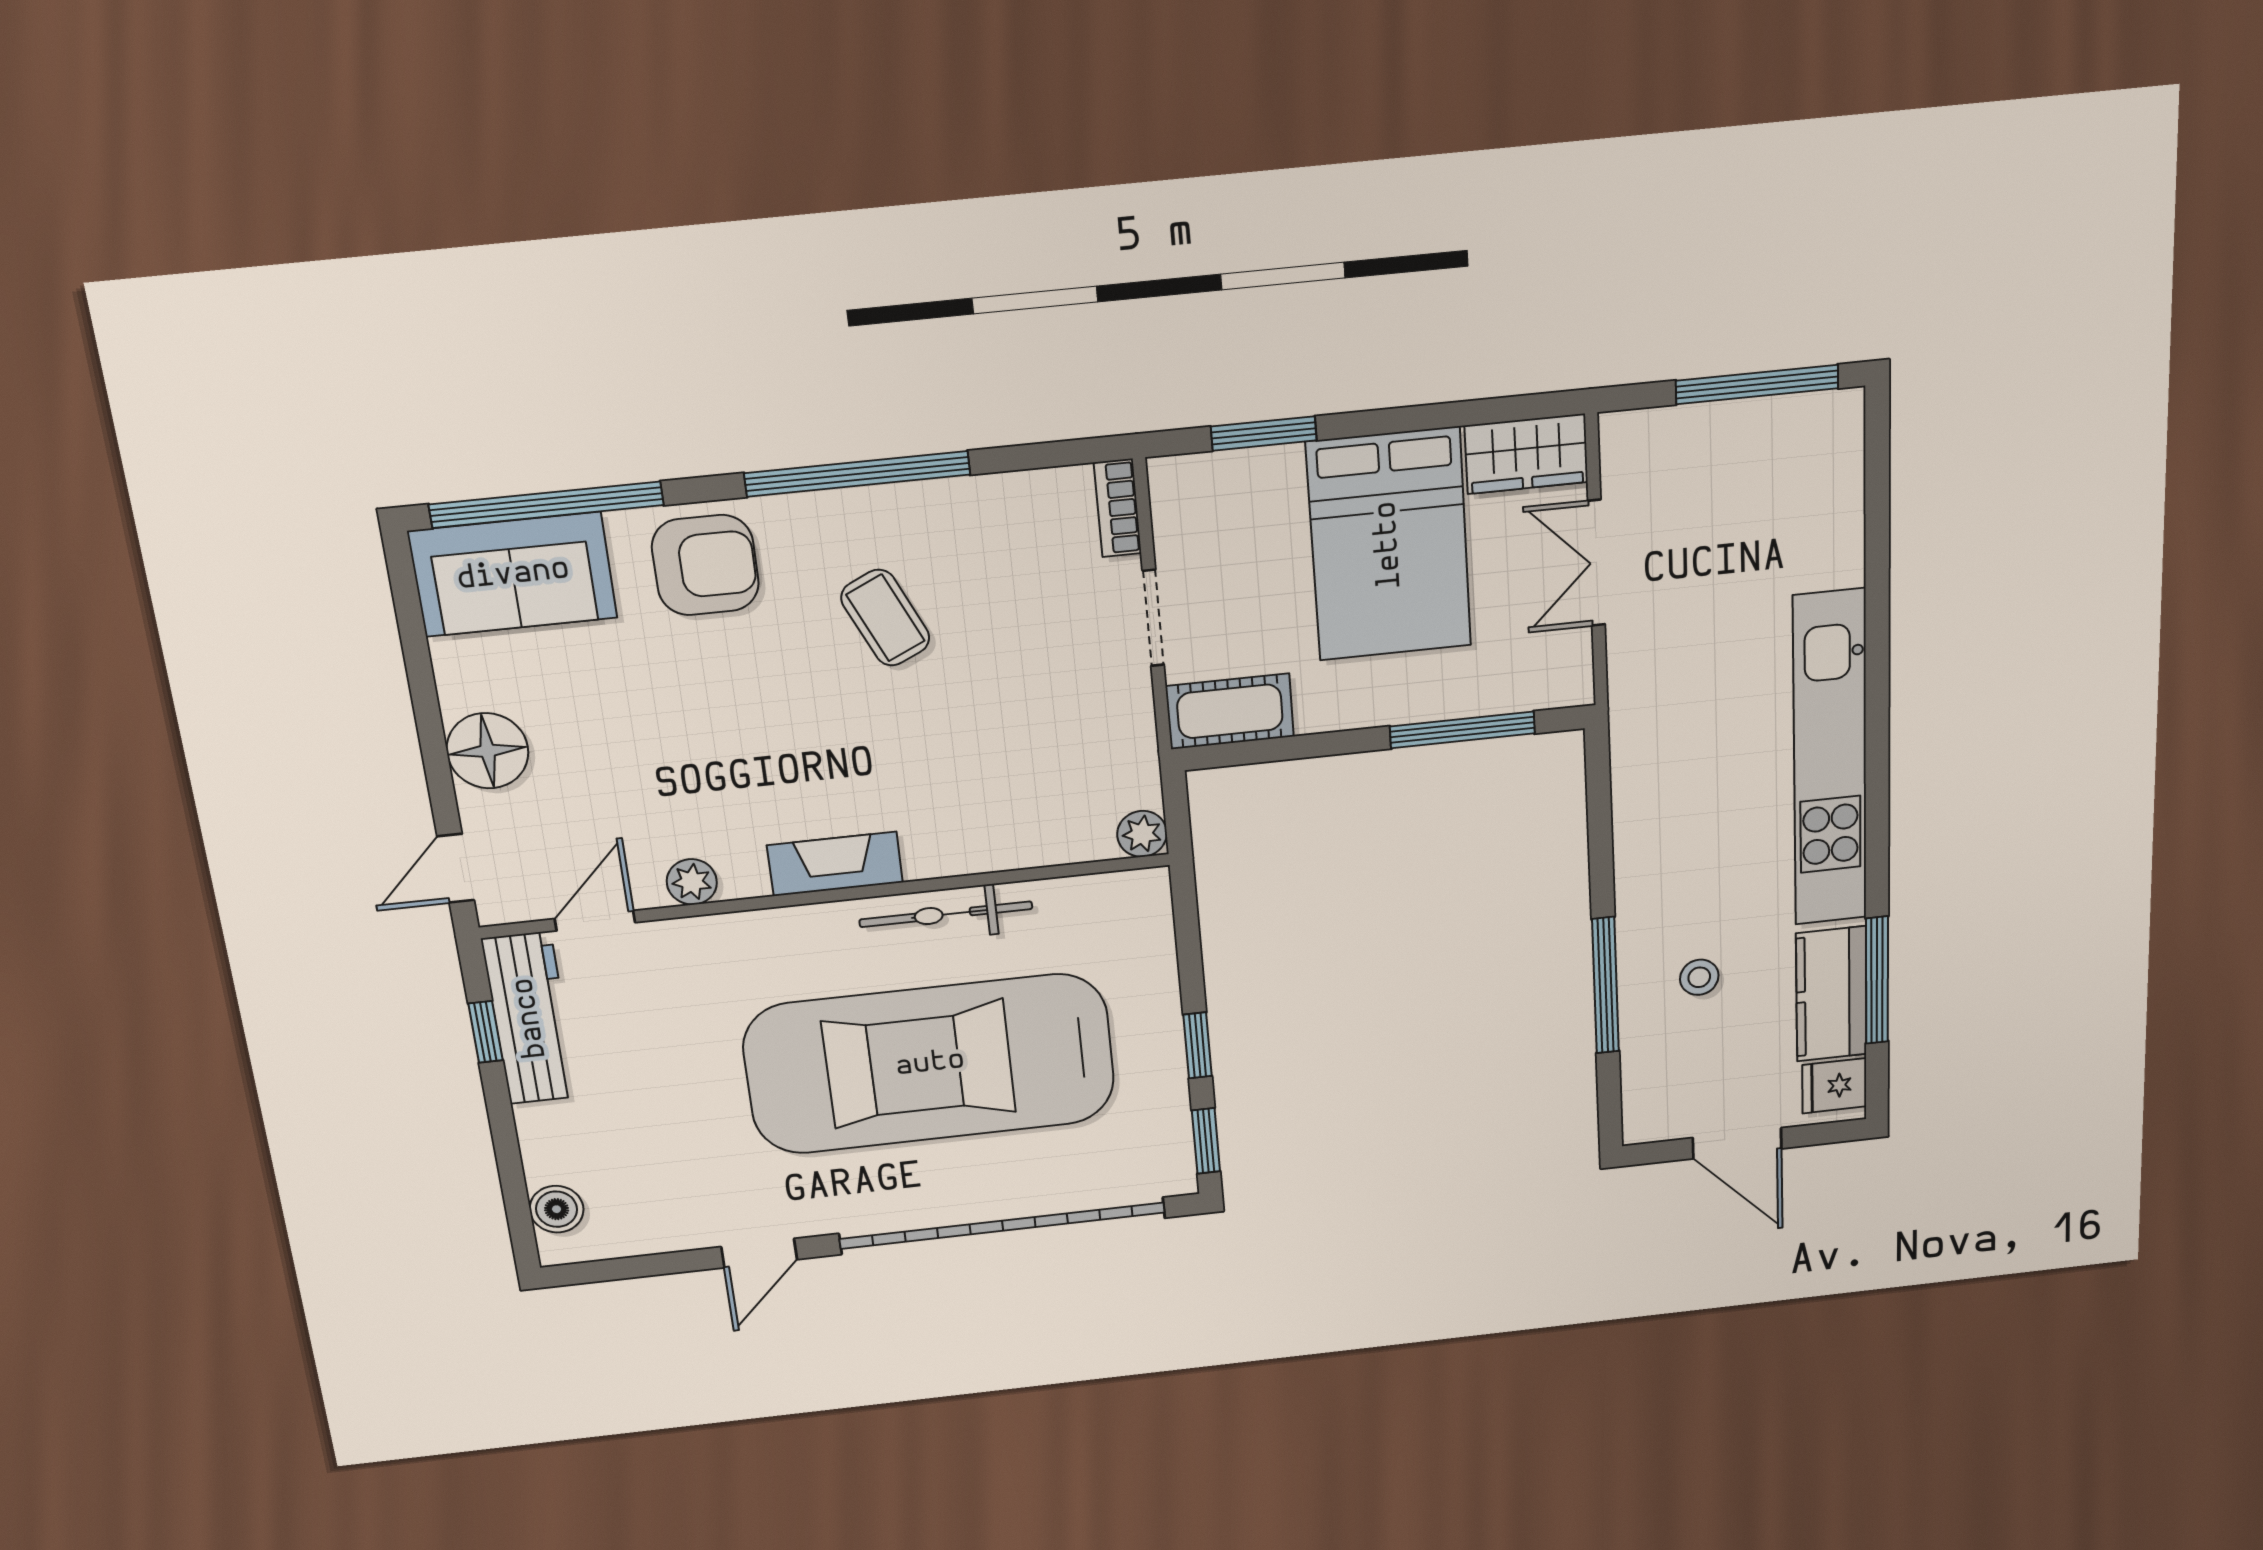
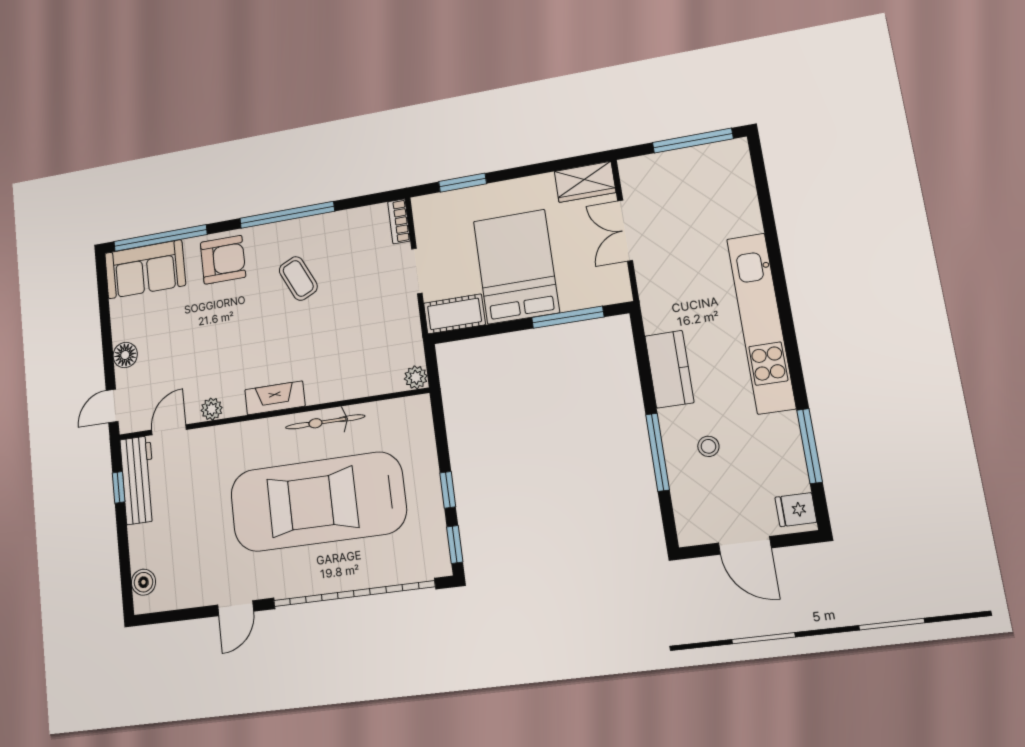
bed: (1389, 545) -> (516, 267), moved, turned 180
floor lamp: (488, 751) -> (125, 355), width x0.73, depth x0.73
kitchen counter: (1831, 994) -> (669, 369), moved, turned 180

